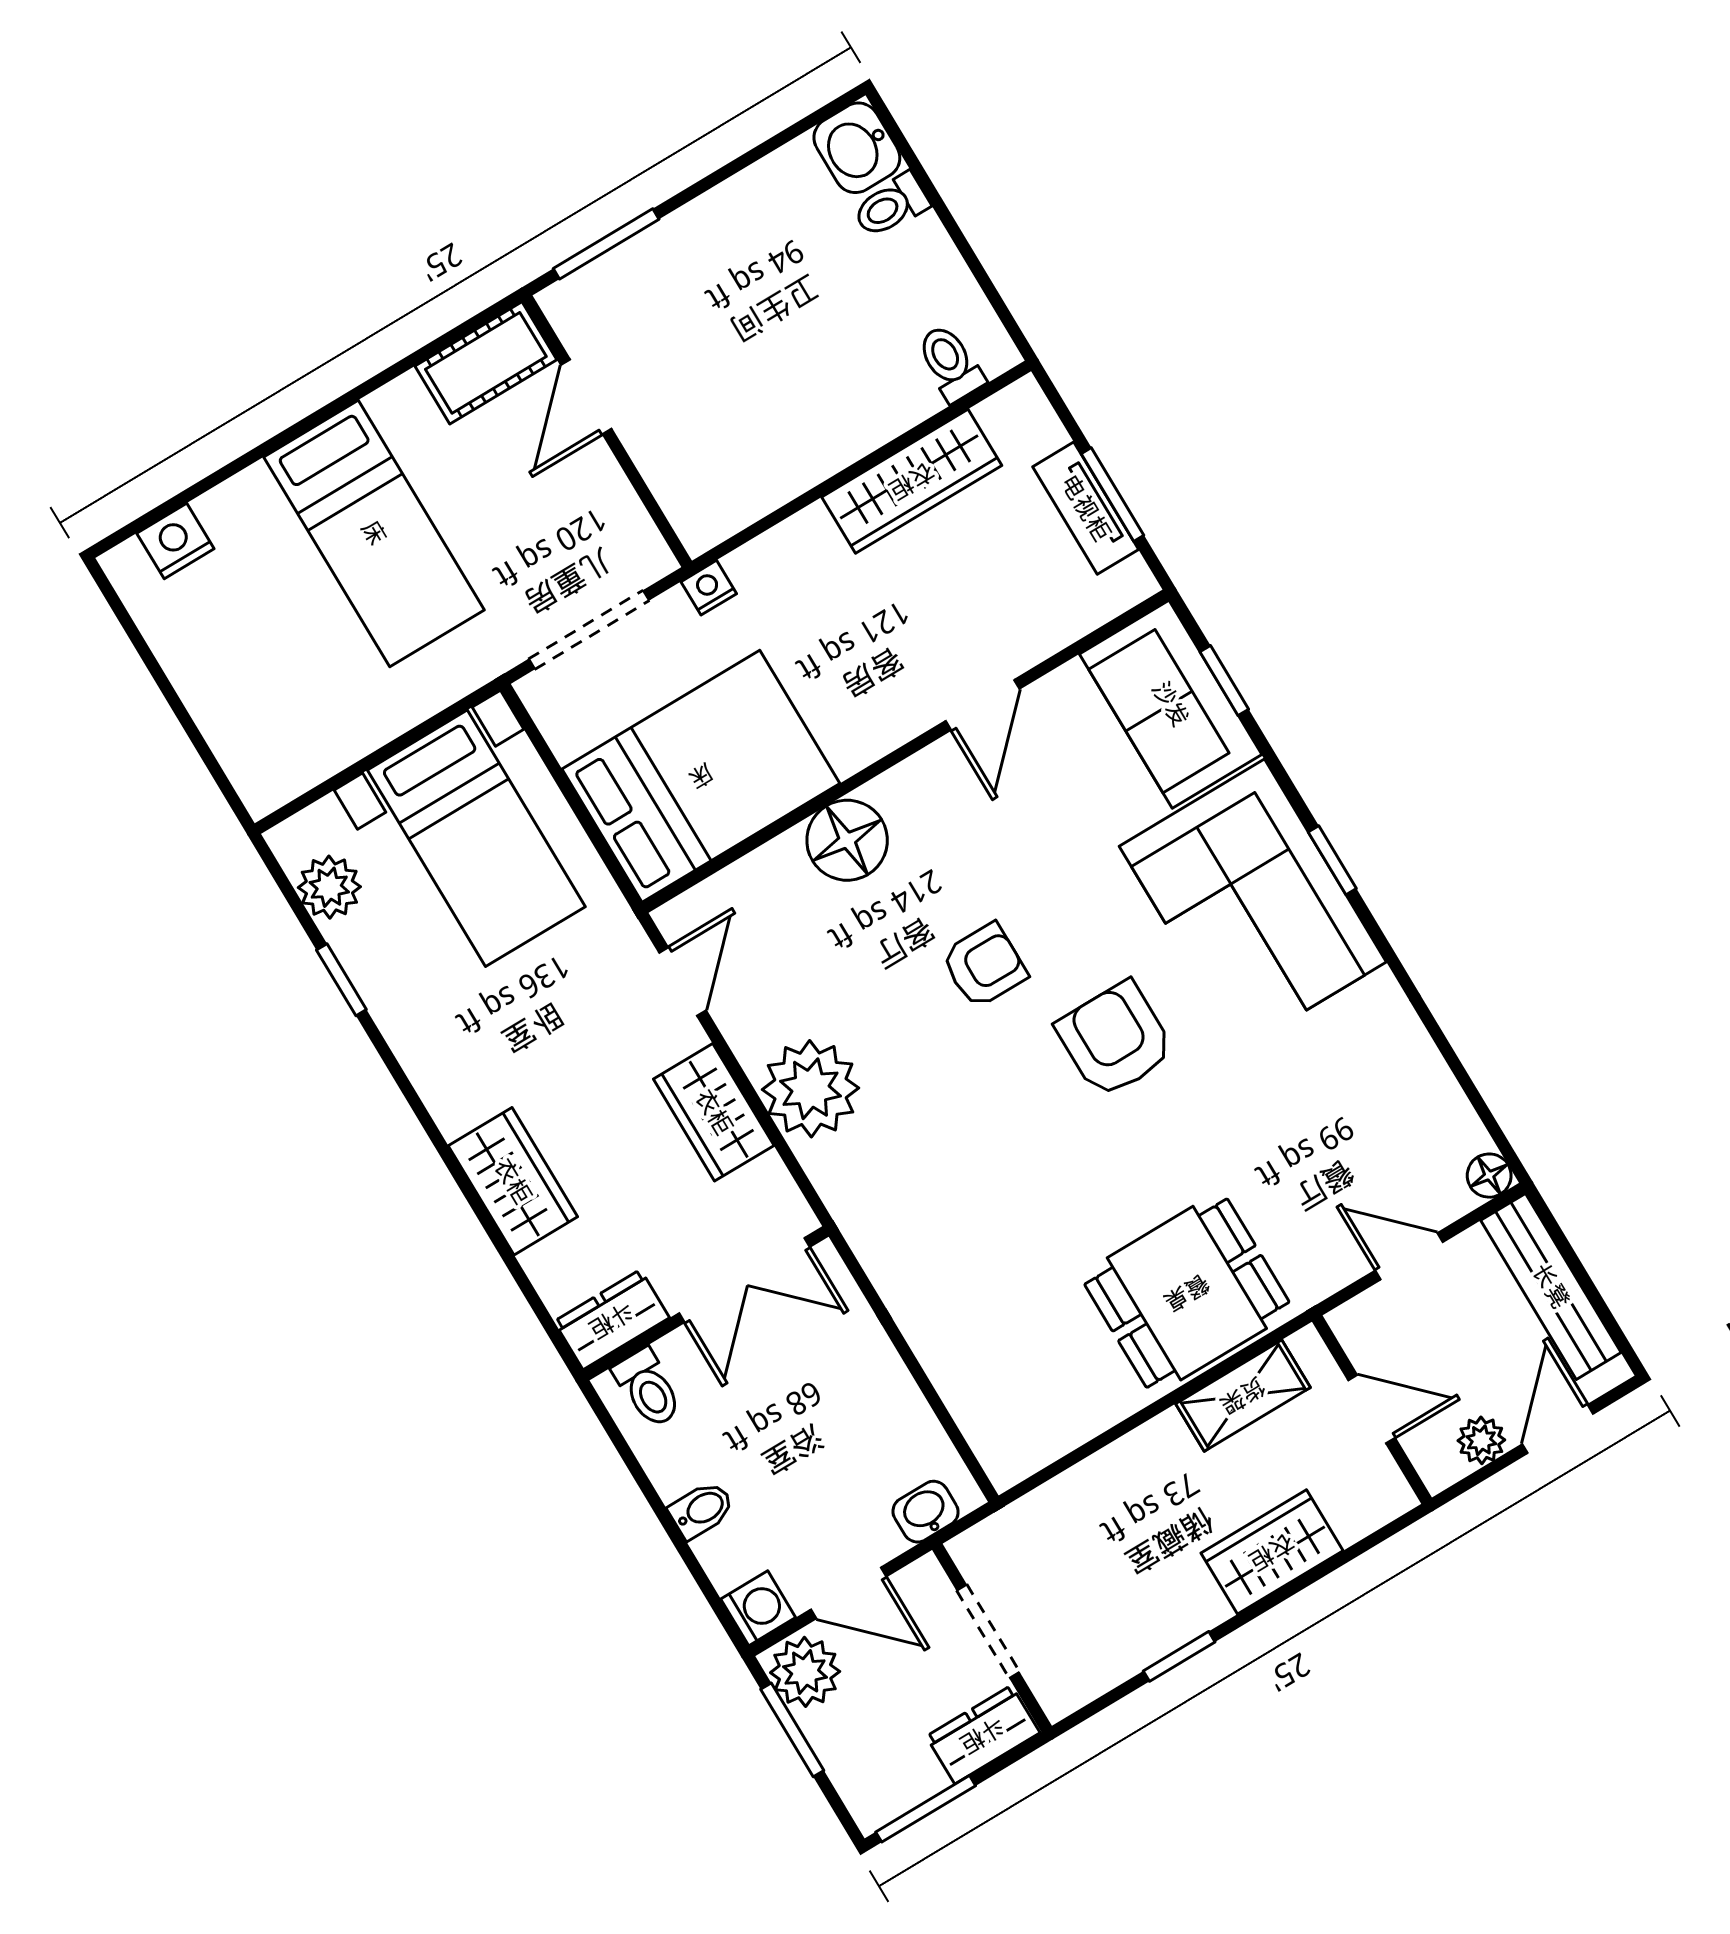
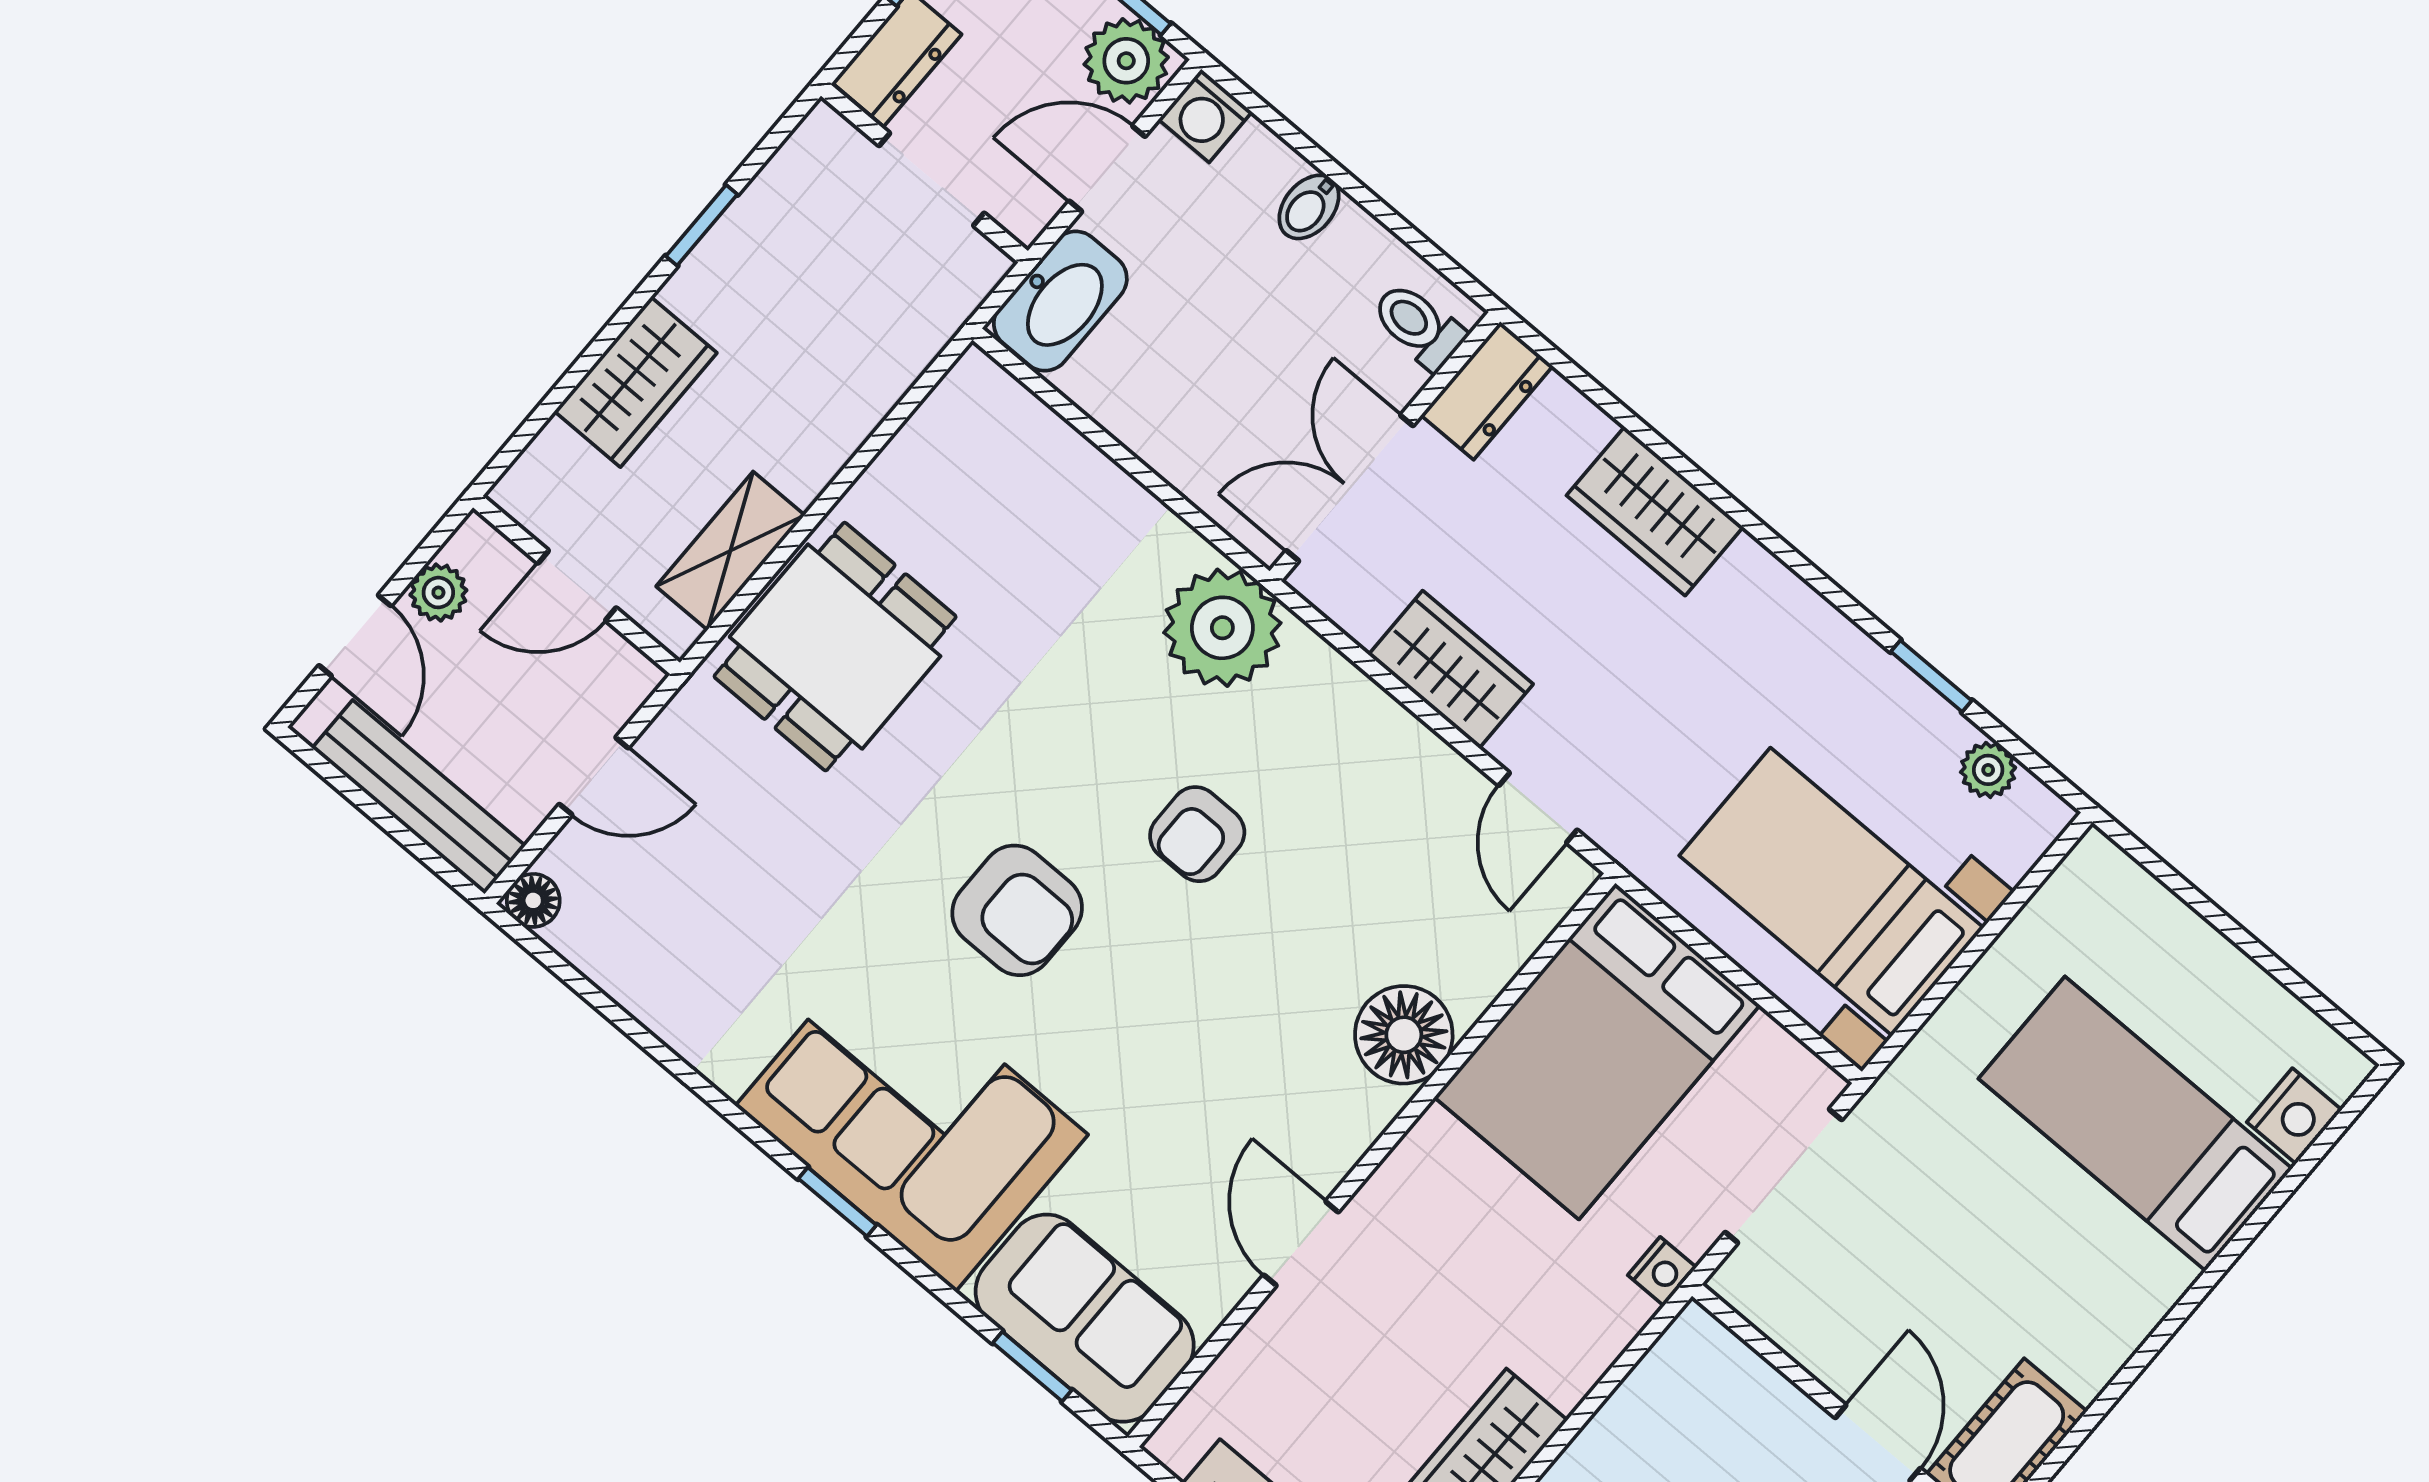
bed: (374, 533) -> (2135, 1124), moved
plant: (329, 887) -> (1988, 770), width x0.73, depth x0.73
armchair: (984, 965) -> (1197, 834), moved
plant: (810, 1089) -> (1222, 628), moved
washbasin: (926, 1512) -> (1060, 301), width x1.91, depth x1.45

